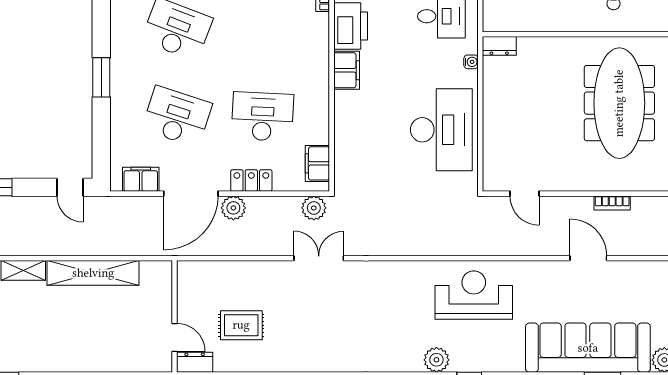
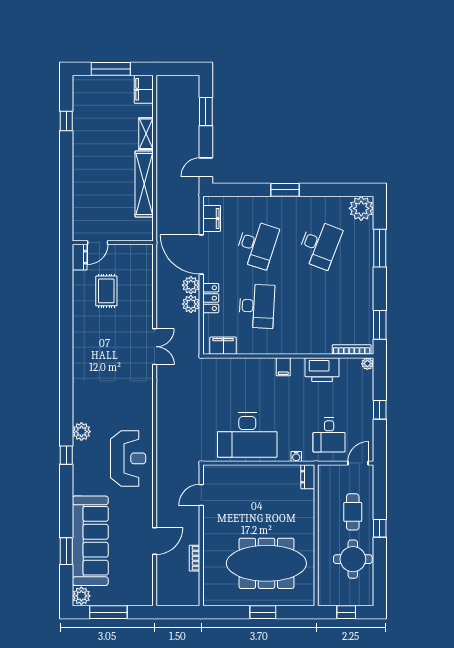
filing cabinet: (347, 70) -> (283, 367), width x0.50
plant: (314, 208) -> (191, 304), moved

